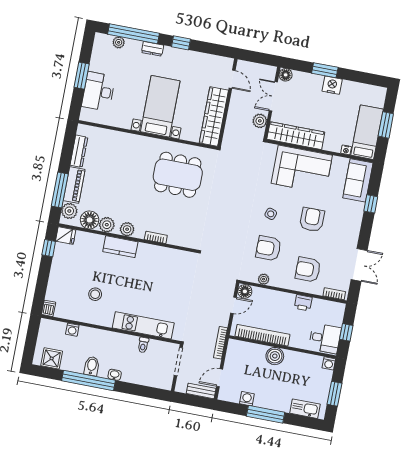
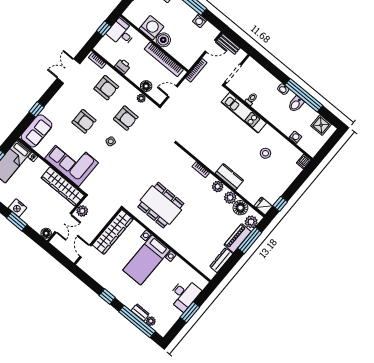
dresser: (152, 49) -> (140, 312), moved
armchair: (312, 220) -> (84, 121), turned -90
floor lamp: (245, 291) -> (146, 86), moved
washing machine: (329, 363) -> (152, 28), moved, width x1.89, depth x1.89

